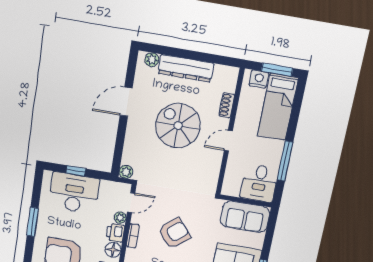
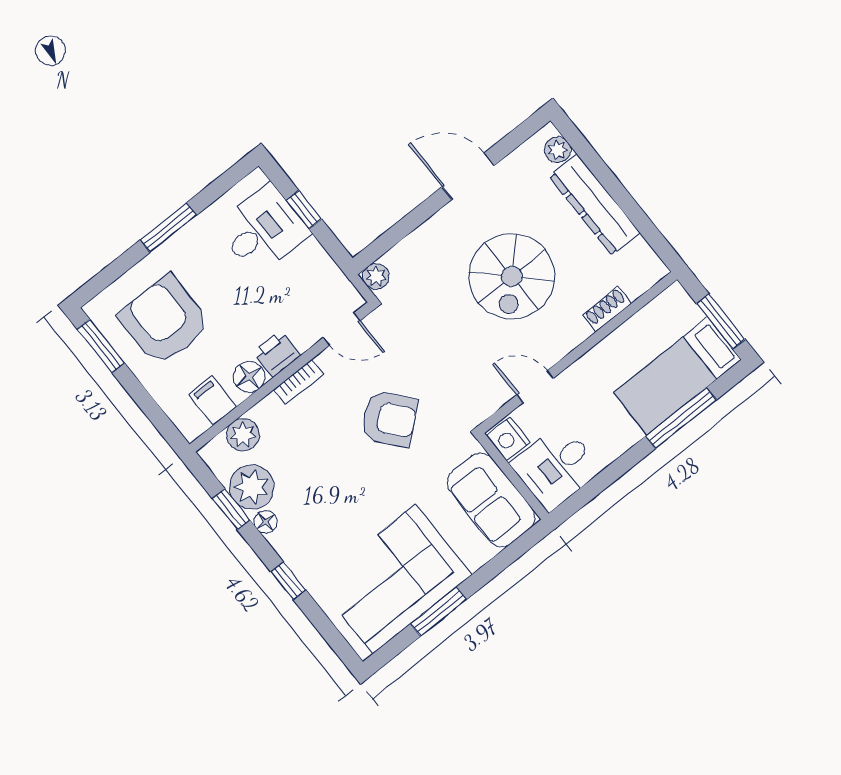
nightstand: (259, 79) -> (508, 439), moved, turned 180
spiral stairs: (178, 126) -> (512, 276), turned 180
door: (228, 141) -> (535, 386), moved
window: (285, 161) -> (681, 418), moved
desk: (74, 193) -> (263, 230), width x0.73
plant: (120, 218) -> (305, 337), removed
armchair: (174, 233) -> (389, 419), moved

